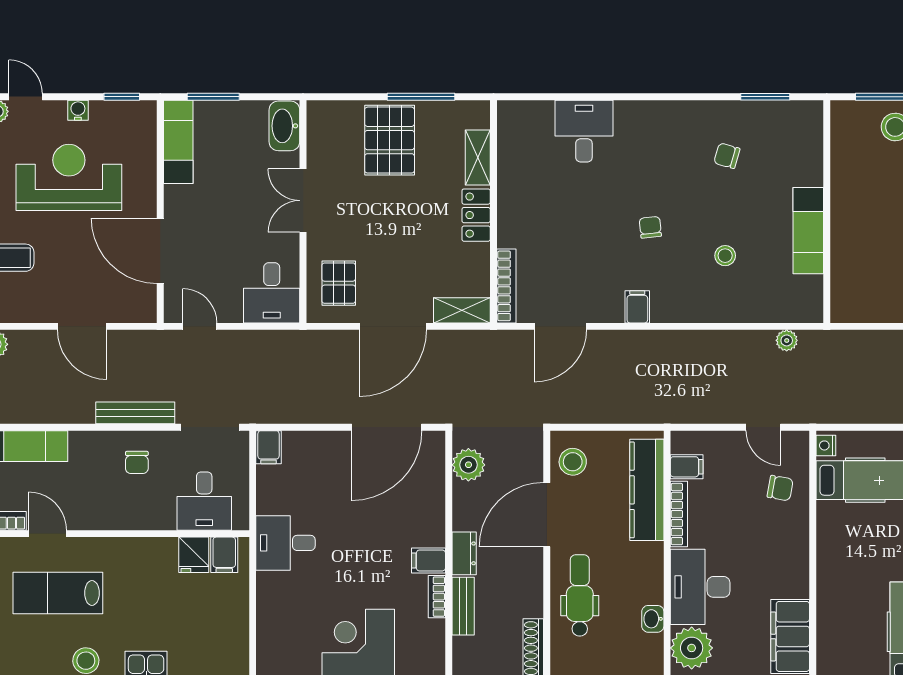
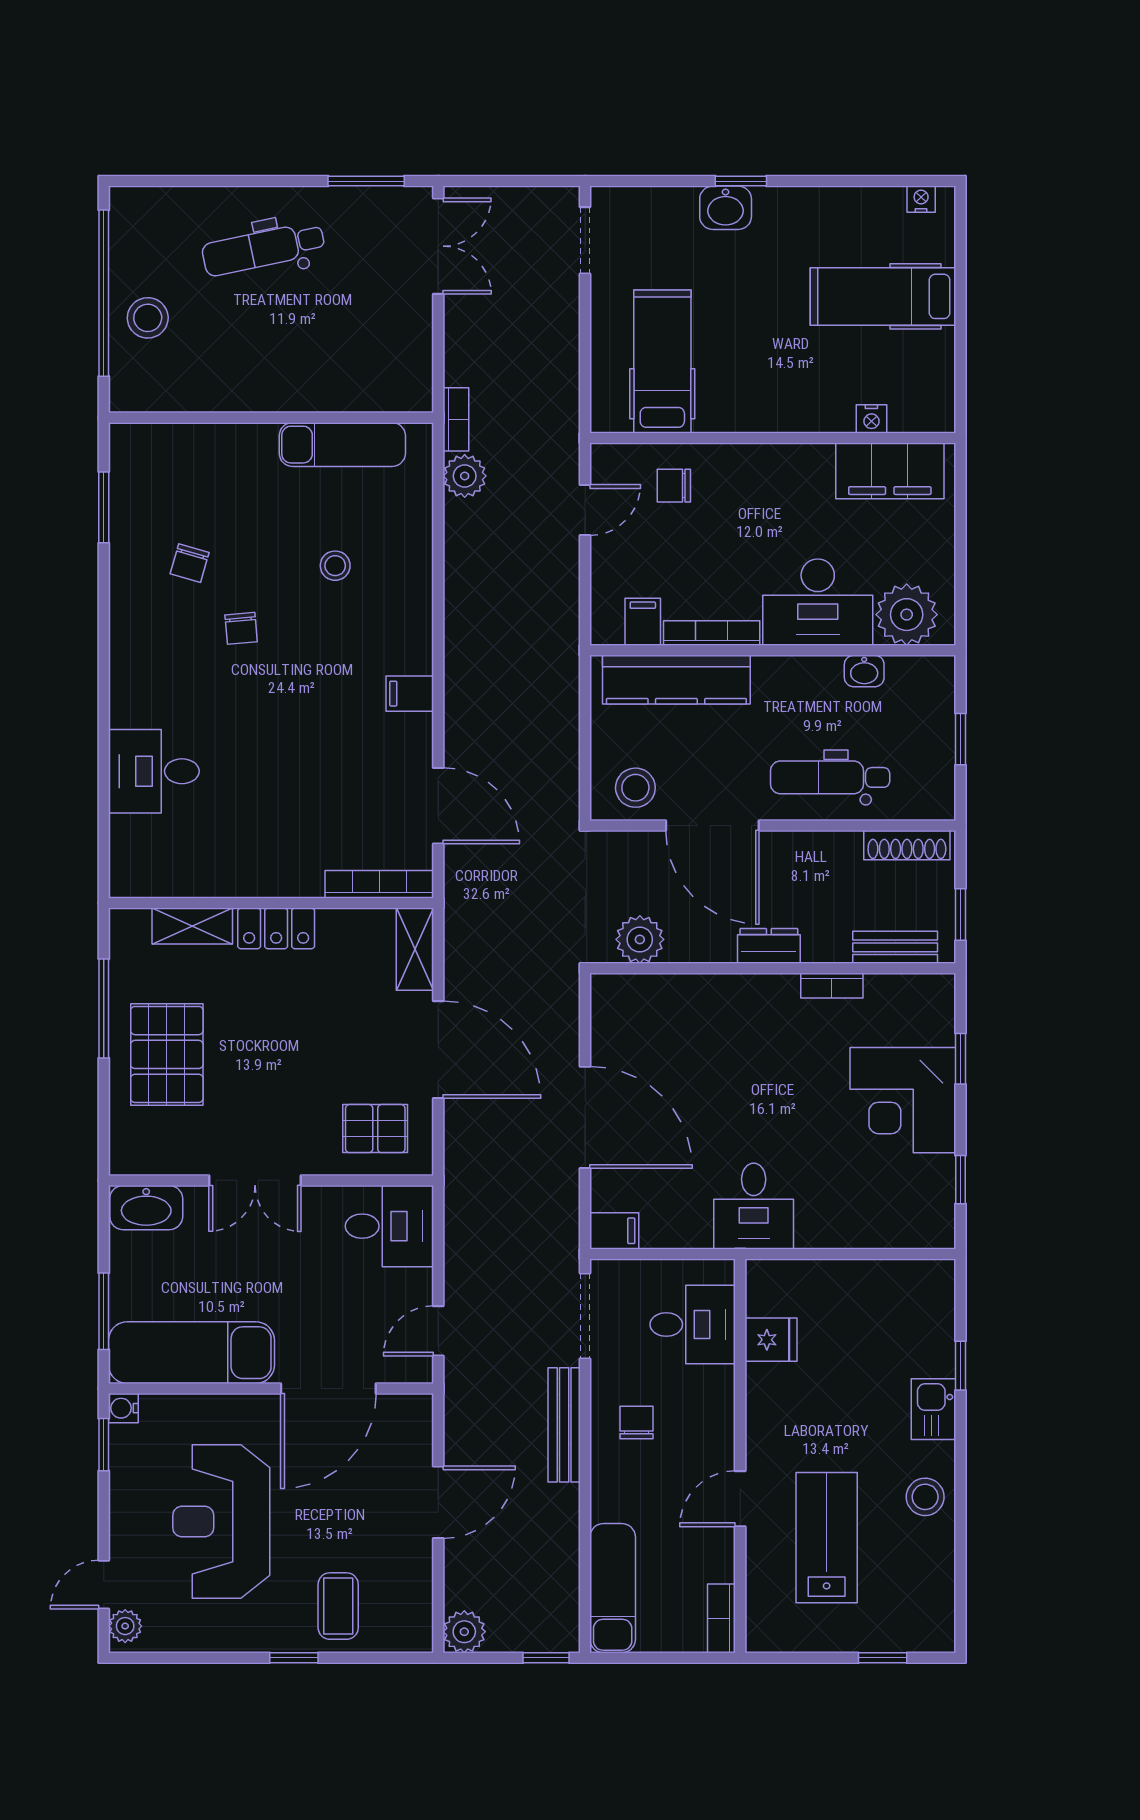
water cooler: (78, 110) -> (123, 1408), moved
pallet: (390, 140) -> (167, 1054), turned 90
exam couch: (178, 142) -> (191, 1353), width x1.36, depth x1.45
chair: (650, 227) -> (241, 628), moved, turned -89
exam couch: (808, 231) -> (342, 445), moved
bookcase: (826, 338) -> (456, 419), added
plant: (787, 340) -> (465, 476), width x1.38, depth x1.38
door: (387, 427) -> (585, 1117), moved
nightstand: (826, 445) -> (871, 419), moved
chair: (137, 462) -> (636, 1423), turned -90
chair: (780, 488) -> (674, 486), turned -100
door: (47, 534) -> (740, 1499), moved
filing cabinet: (224, 555) -> (771, 1295), removed
filing cabinet: (429, 560) -> (779, 998), removed
lab bench: (58, 593) -> (827, 1538), turned 180
bench: (463, 606) -> (895, 947), moved

